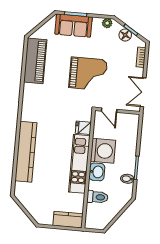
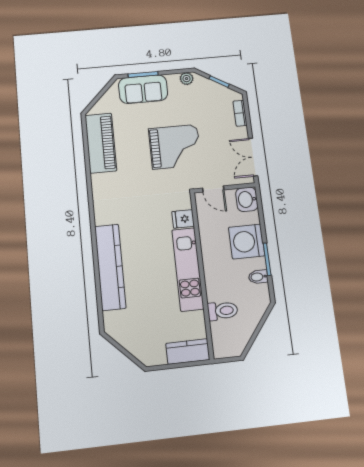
floor lamp: (125, 35) -> (213, 89), removed
washing machine: (103, 151) -> (247, 241), moved, turned 180
washbasin: (97, 172) -> (247, 199), moved, turned 180

